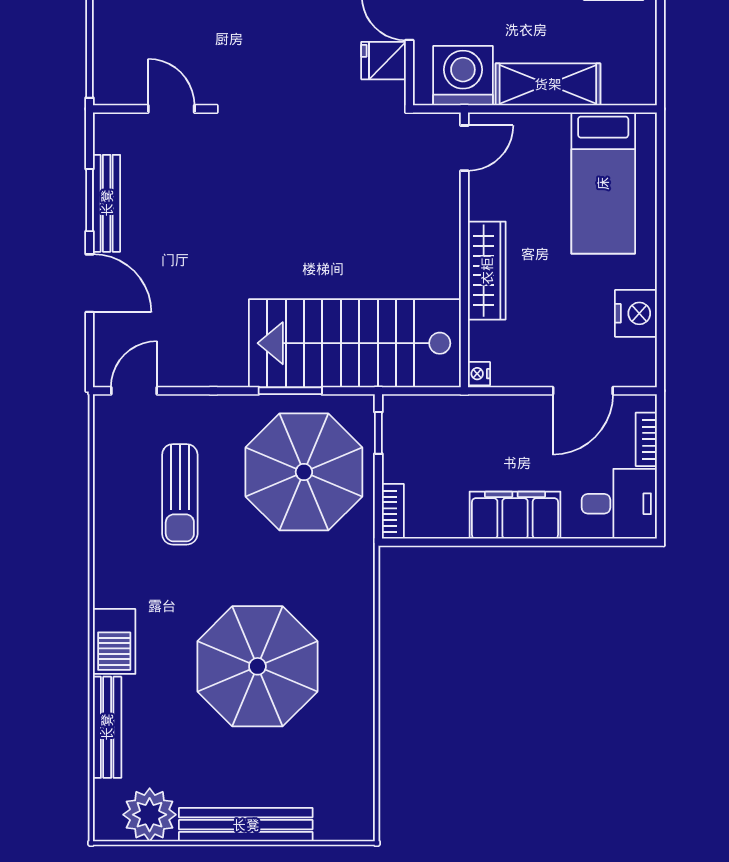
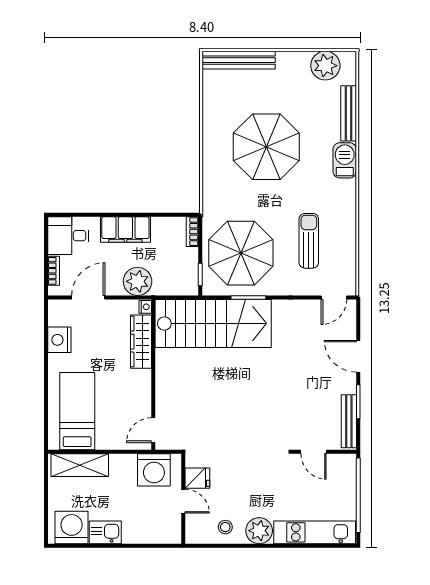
shelving: (548, 84) -> (80, 465), moved
bench: (107, 203) -> (349, 421), moved
wardrobe: (487, 271) -> (141, 342), moved
plant: (493, 420) -> (138, 281), added
bench: (246, 825) -> (239, 60), moved

